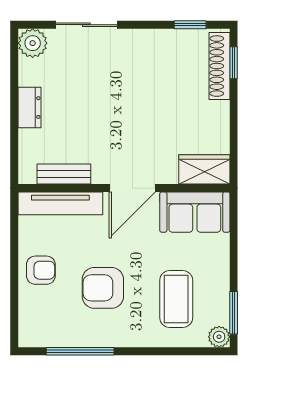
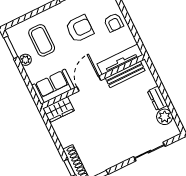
plant: (33, 43) -> (165, 117), moved
bench: (64, 174) -> (125, 74), width x1.36
armchair: (41, 270) -> (114, 23), turned -90
plant: (219, 337) -> (25, 60), moved

